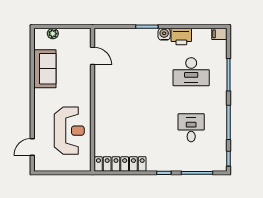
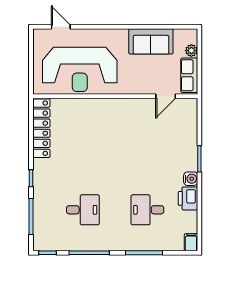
row of seats: (74, 35) -> (189, 75), added
desk: (191, 72) -> (147, 210), width x0.73
reception desk: (69, 131) -> (80, 69), width x1.36, depth x1.30

